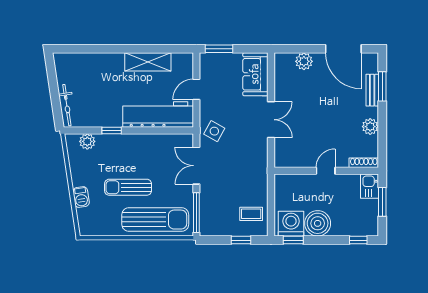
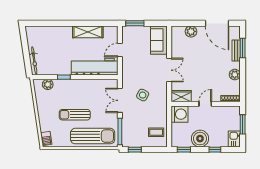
side table: (214, 131) -> (143, 95), moved
wardrobe: (289, 159) -> (181, 96), added
kitchen sink: (369, 186) -> (234, 139), moved
barbecue: (81, 197) -> (46, 138), moved
washing machine: (291, 224) -> (180, 114), moved, turned 90
window: (241, 240) -> (135, 150), moved
window: (358, 240) -> (215, 150), moved

